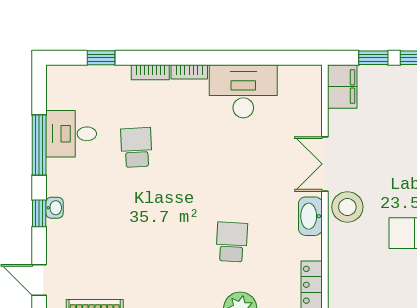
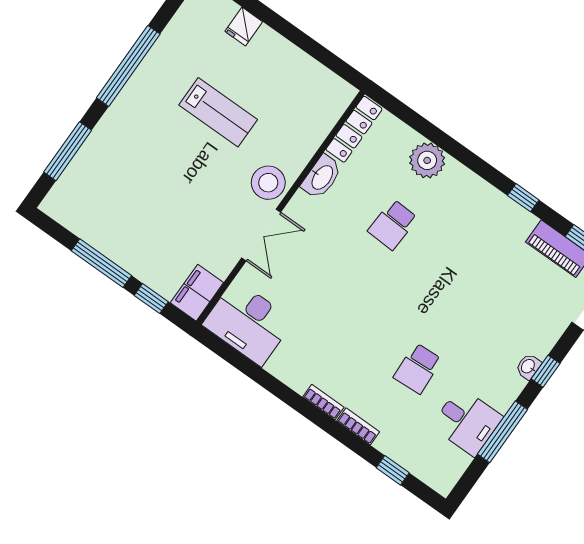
desk: (243, 91) -> (248, 323), moved
washbasin: (310, 216) -> (322, 177), moved

